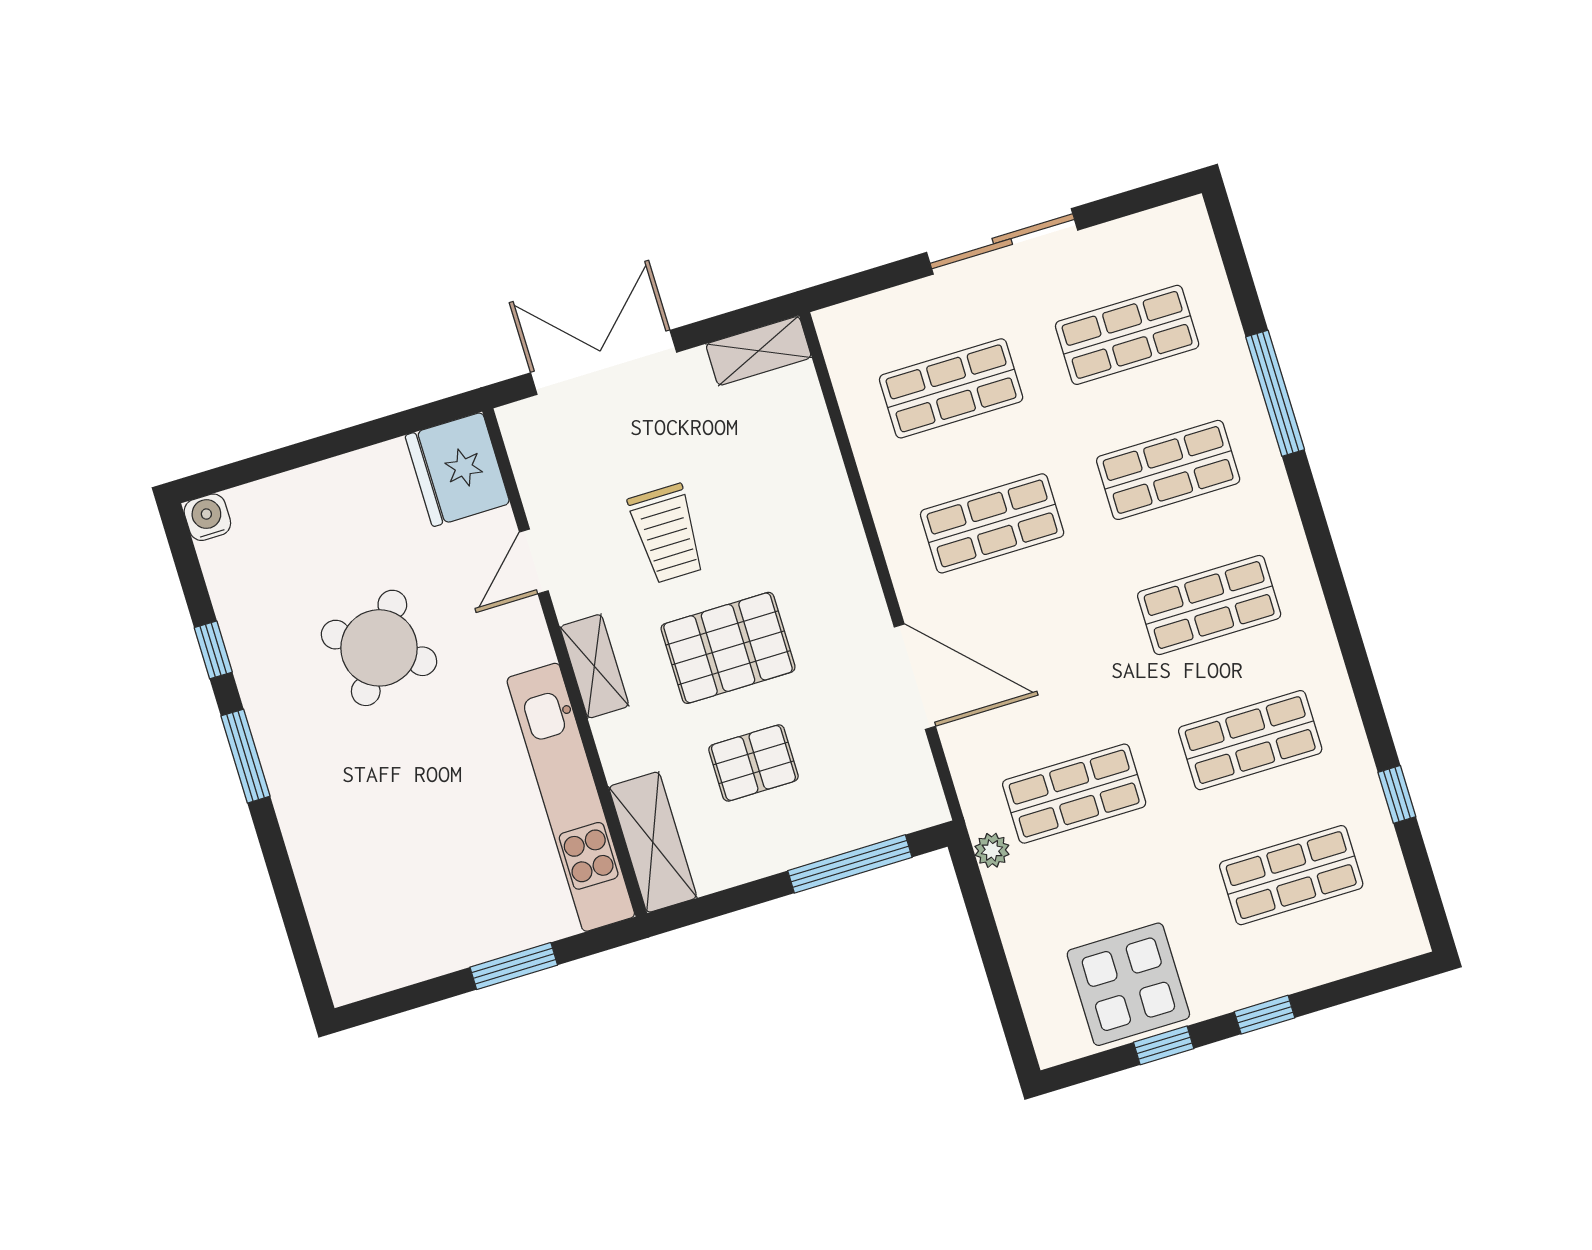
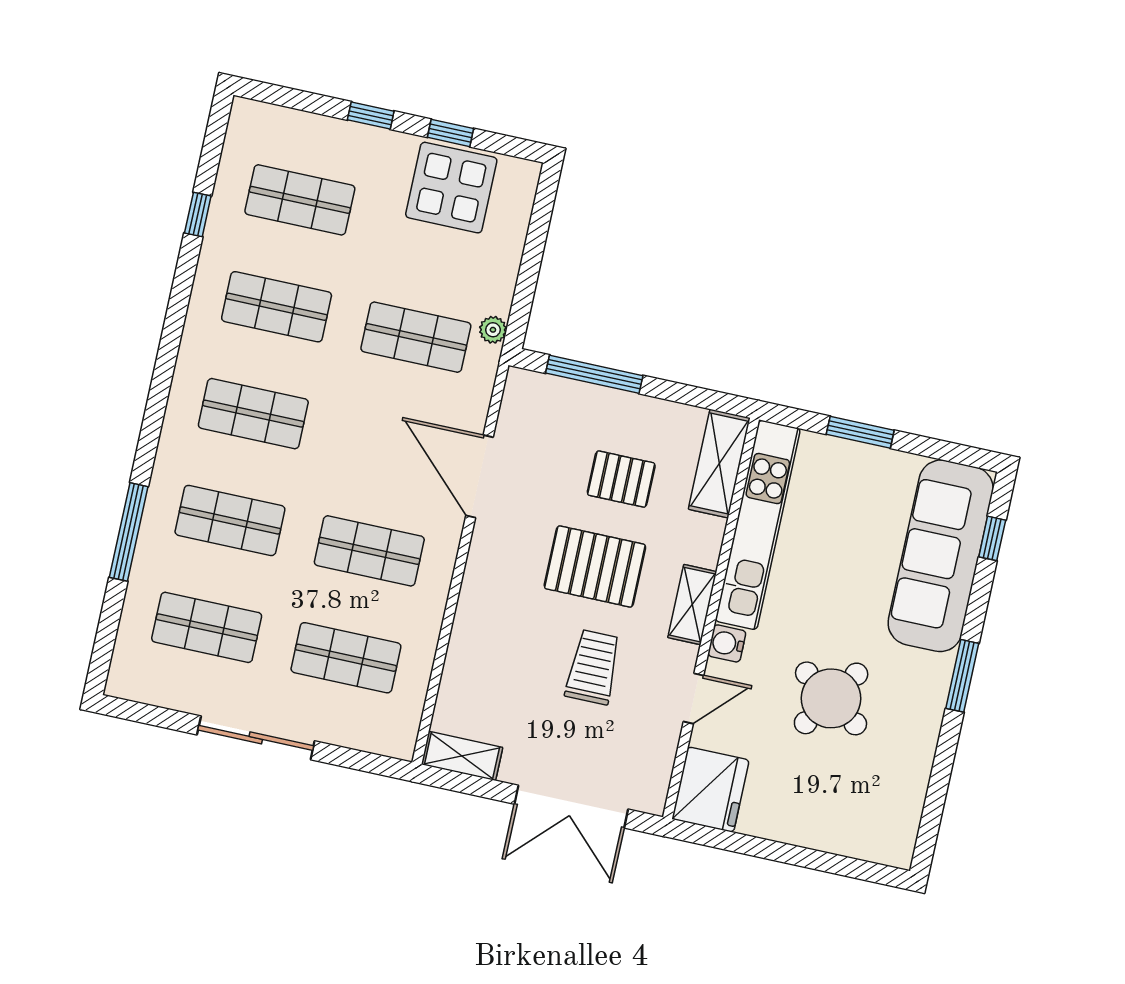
water cooler: (207, 517) -> (727, 643), moved, turned 90
window: (213, 650) -> (992, 538), moved
sofa: (345, 878) -> (941, 556), added

